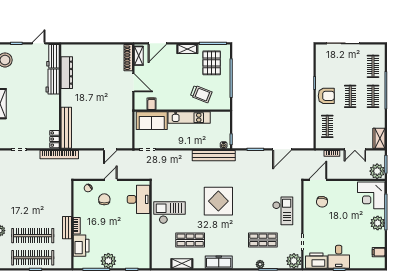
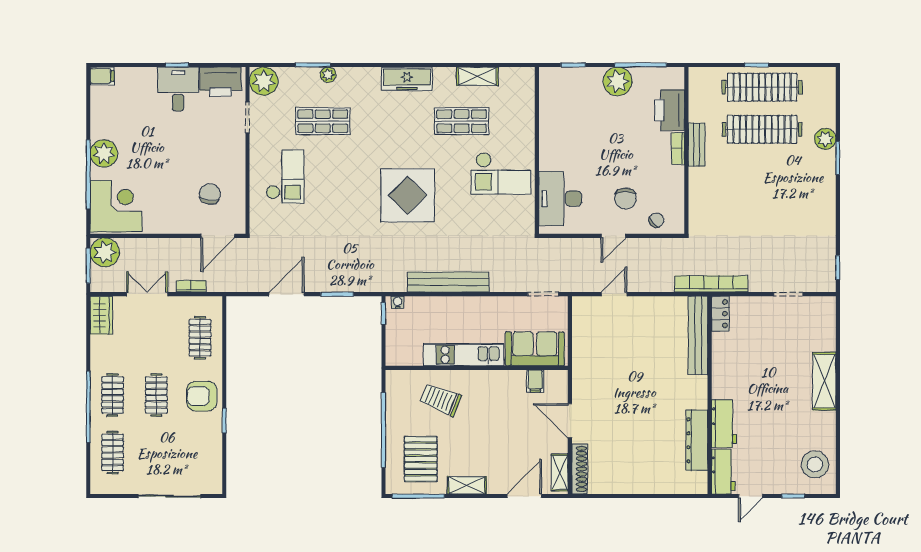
bench: (214, 156) -> (448, 282), moved
checkout: (283, 211) -> (285, 177), turned 180
filing cabinet: (379, 252) -> (102, 76), moved

